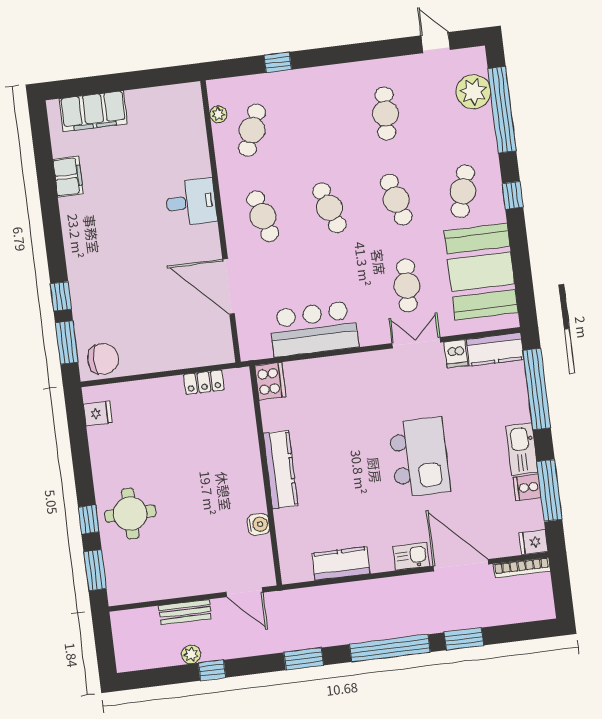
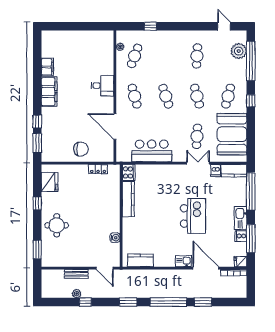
filing cabinet: (93, 111) -> (49, 92), moved, turned -90
chair: (103, 359) -> (81, 149), moved
fridge: (98, 413) -> (50, 182), width x1.88, depth x1.34
kitchen counter: (280, 469) -> (128, 199), moved
window: (89, 519) -> (37, 203), moved
kitchen counter: (341, 564) -> (140, 260), moved

